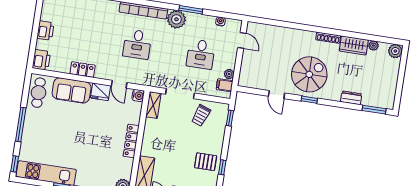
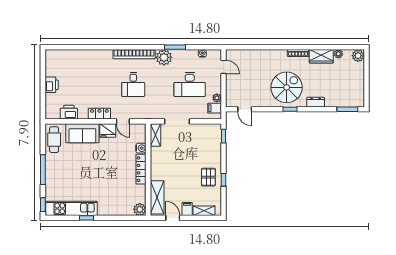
desk: (201, 54) -> (190, 84), width x1.37
printer: (41, 60) -> (69, 112), moved, turned -90
locker: (83, 70) -> (99, 114), moved
door: (277, 95) -> (245, 109), moved
water cooler: (138, 96) -> (141, 148), moved
dresser: (351, 98) -> (316, 102), moved
trolley: (201, 115) -> (198, 138), removed
pallet: (206, 162) -> (208, 177), turned 90

